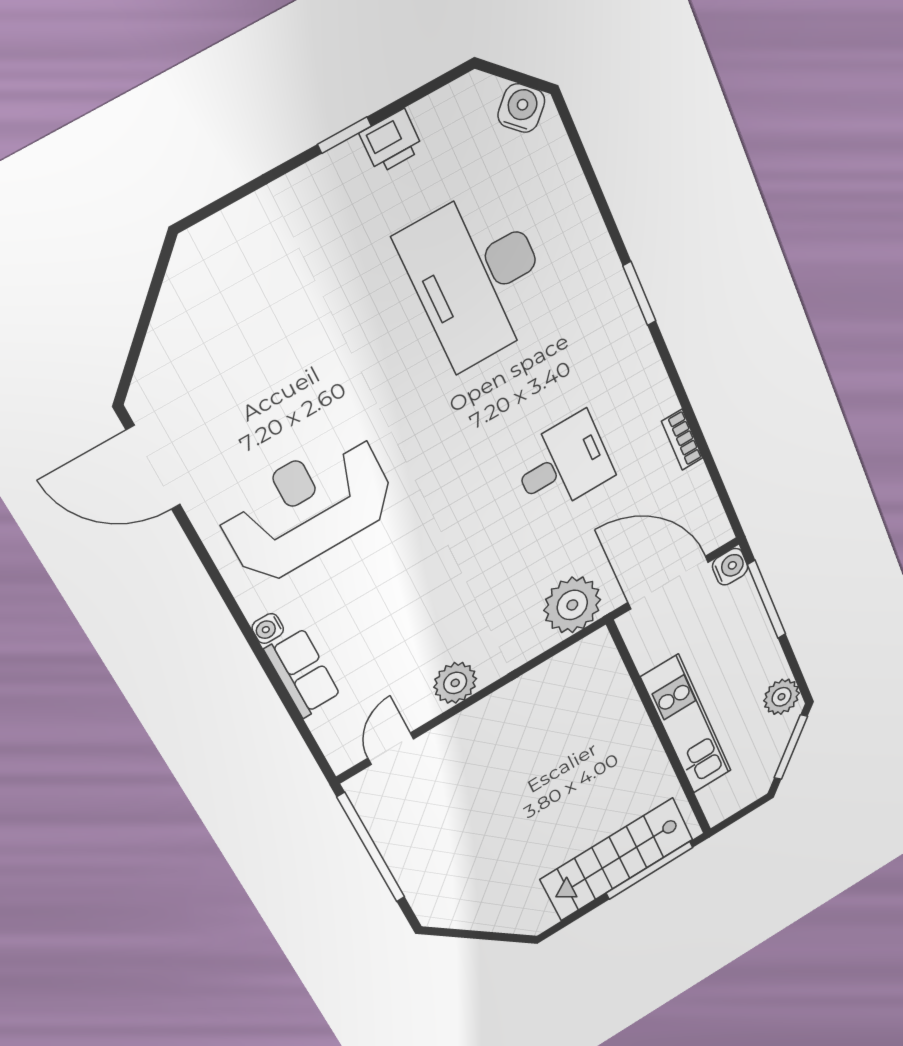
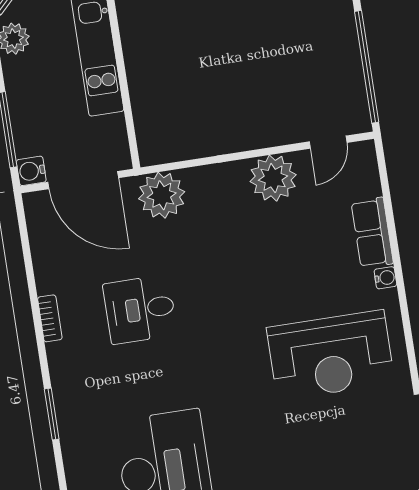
bookcase: (682, 440) -> (50, 318), moved
plant: (455, 683) -> (273, 178), width x1.36, depth x1.36

